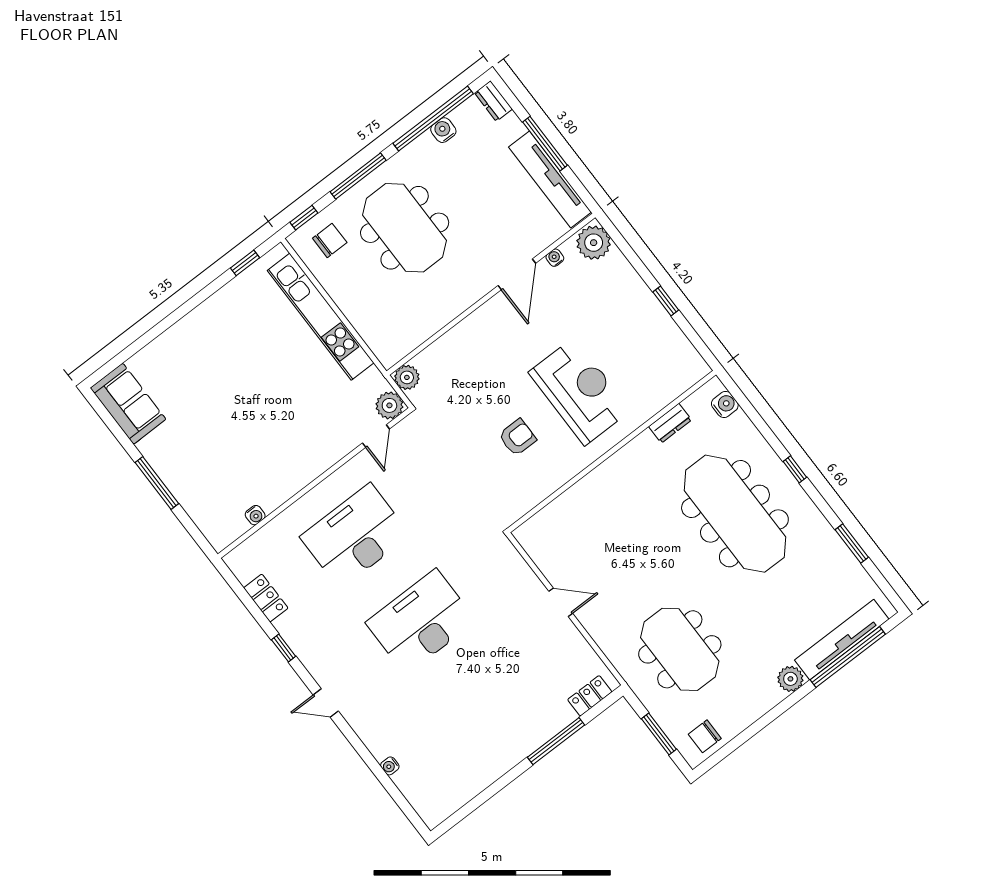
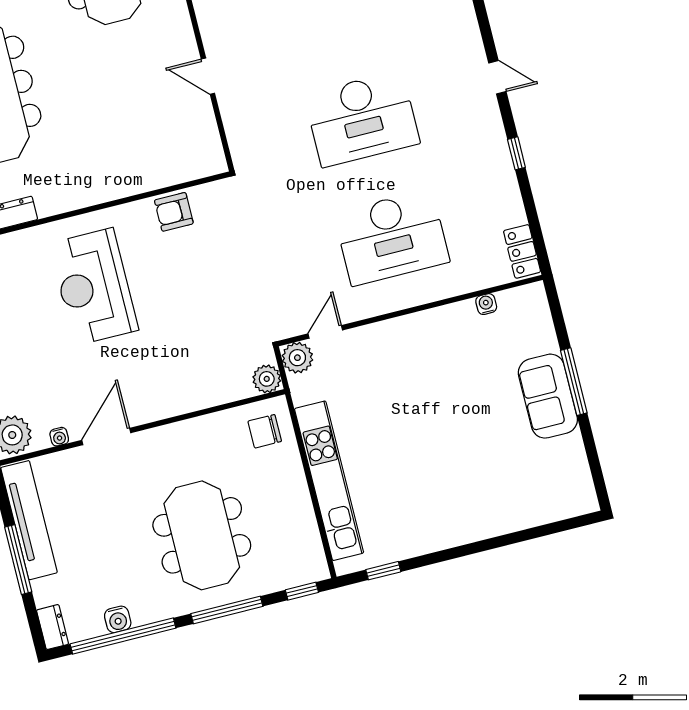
chair: (330, 240) -> (265, 431), moved
sofa: (128, 404) -> (548, 396), moved
armchair: (517, 437) -> (174, 212), moved
locker: (266, 598) -> (522, 251), moved

